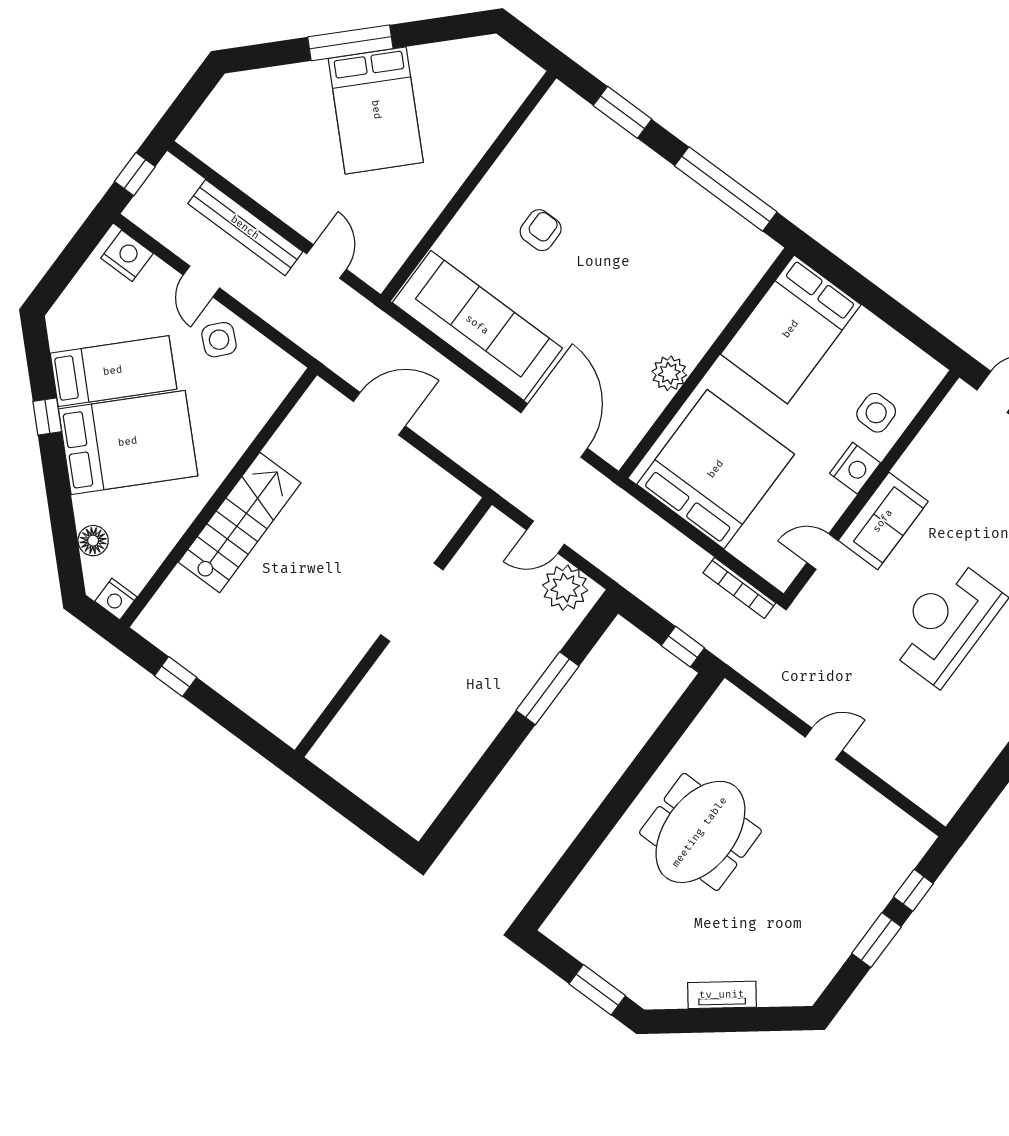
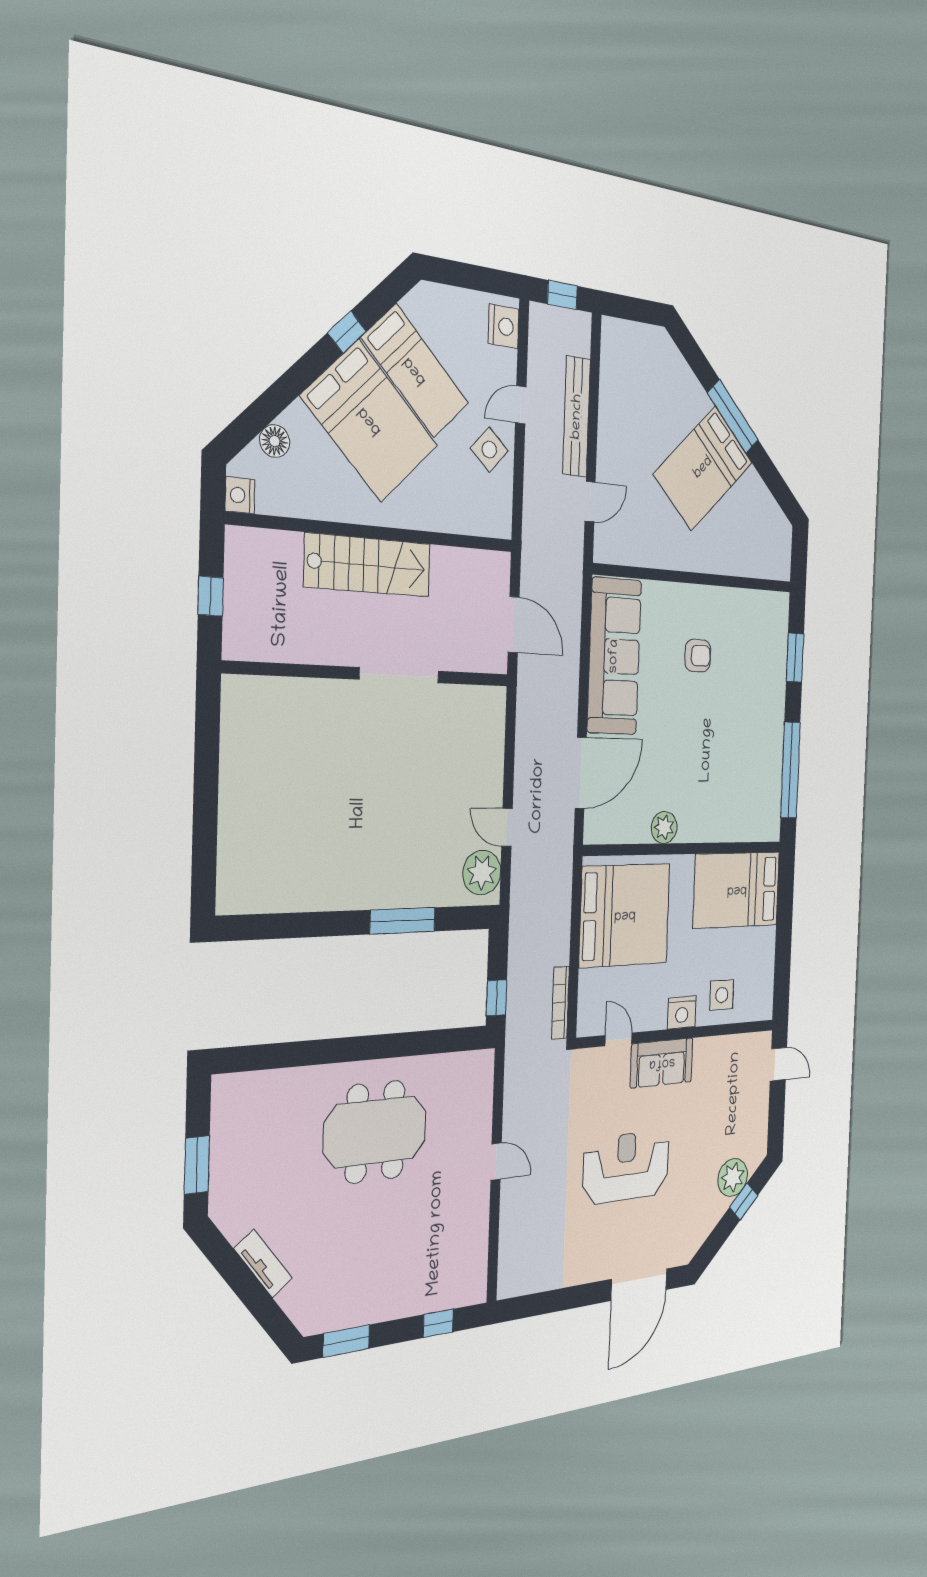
doorway: (412, 602) -> (399, 675), moved
wall: (393, 627) -> (371, 674), moved
window: (876, 940) -> (346, 1341), moved

